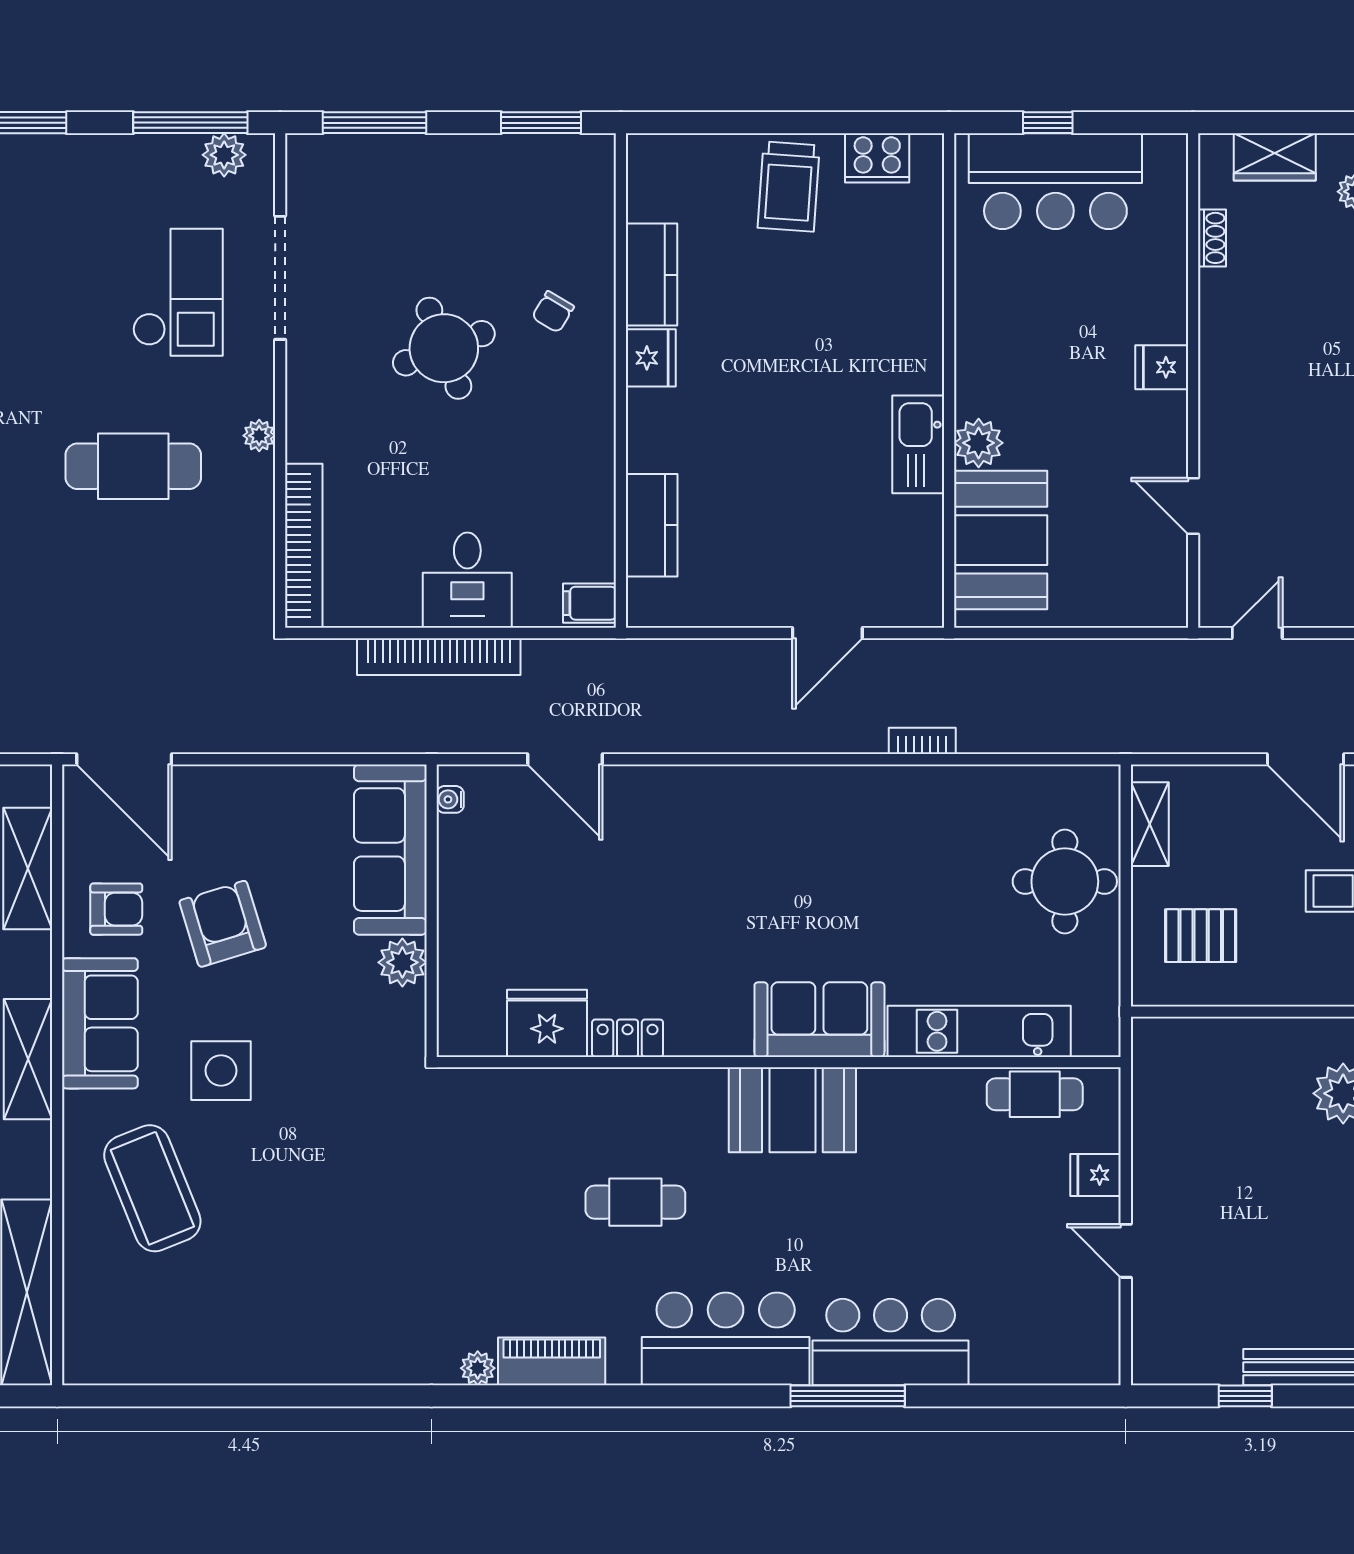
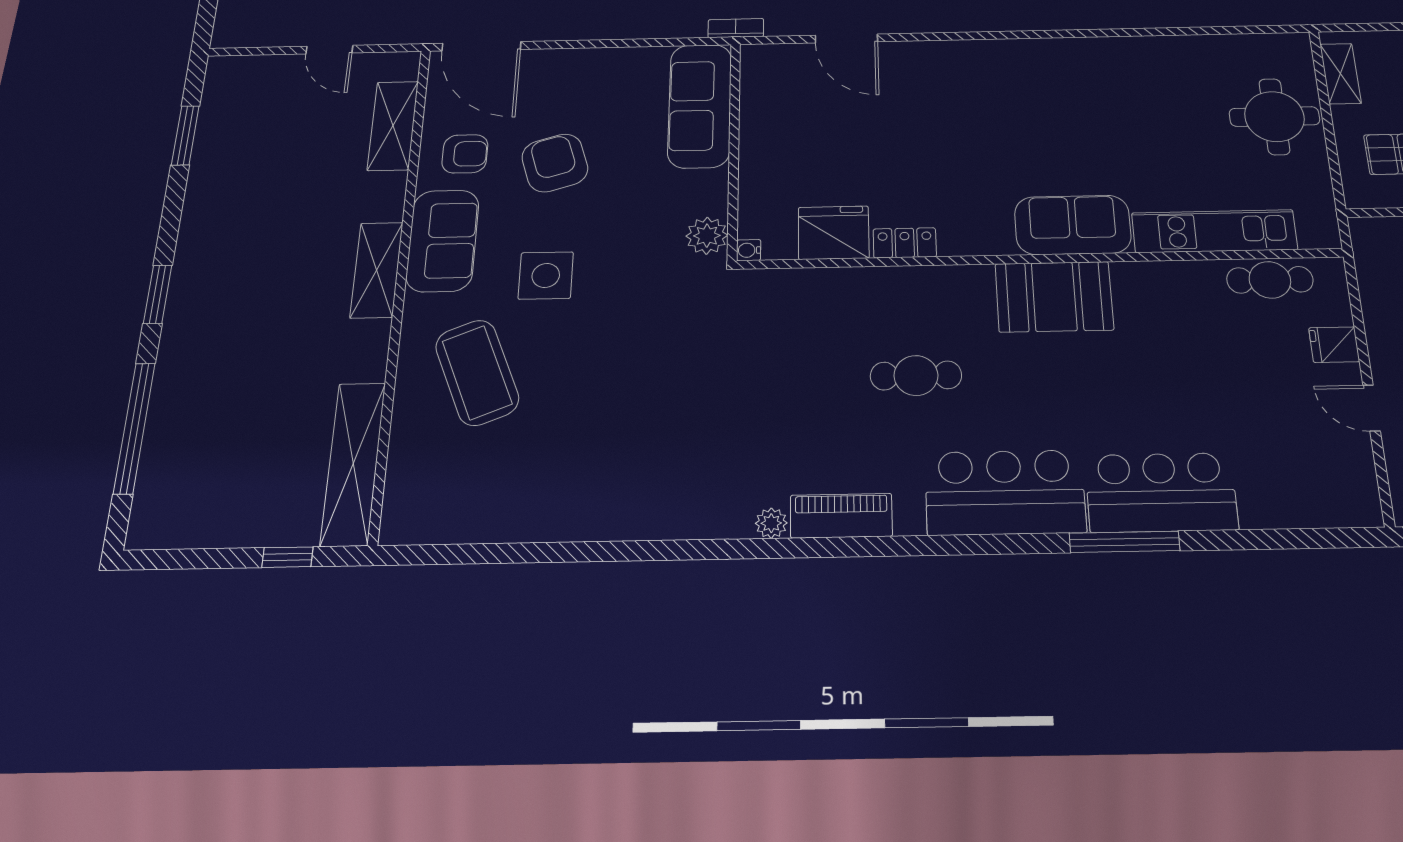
bookcase: (922, 741) -> (736, 28), moved
water cooler: (450, 799) -> (749, 250), moved
plant: (402, 962) -> (707, 236), moved

